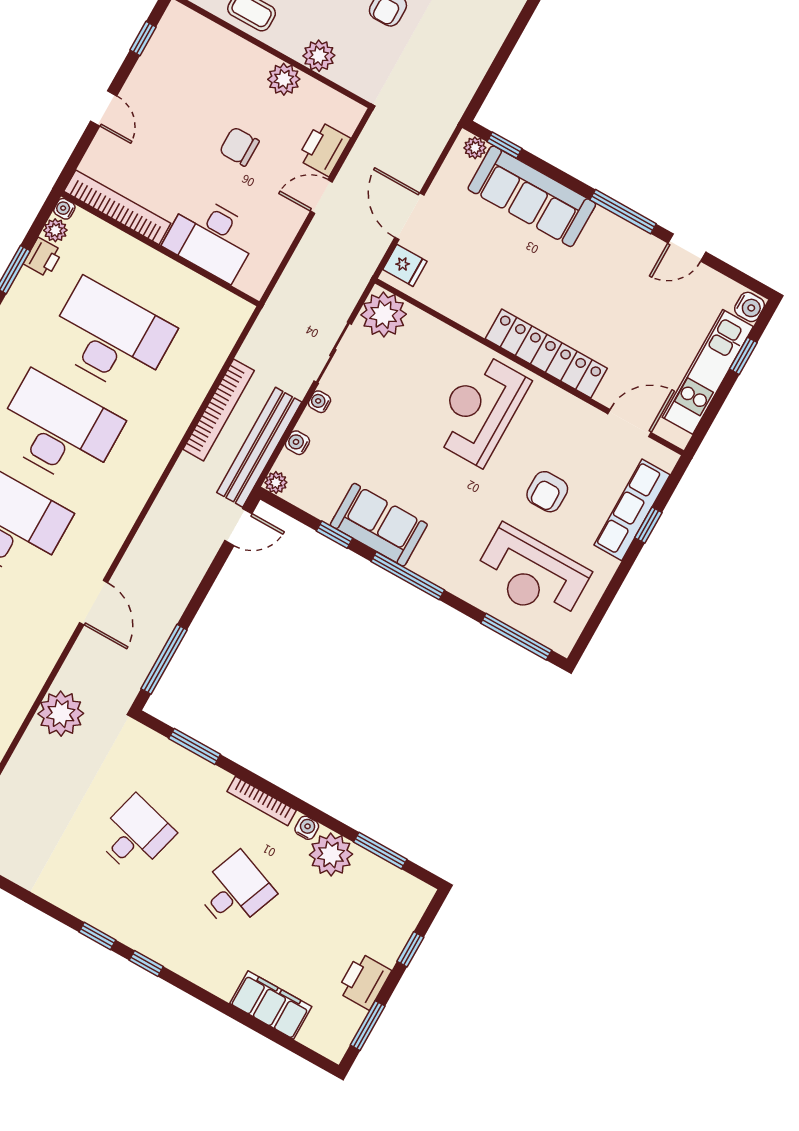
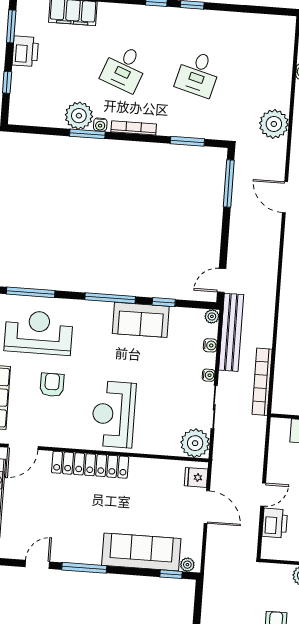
reception desk: (480, 409) -> (114, 414), turned 180
bookcase: (219, 410) -> (262, 382), moved
window: (380, 851) -> (87, 134), moved

